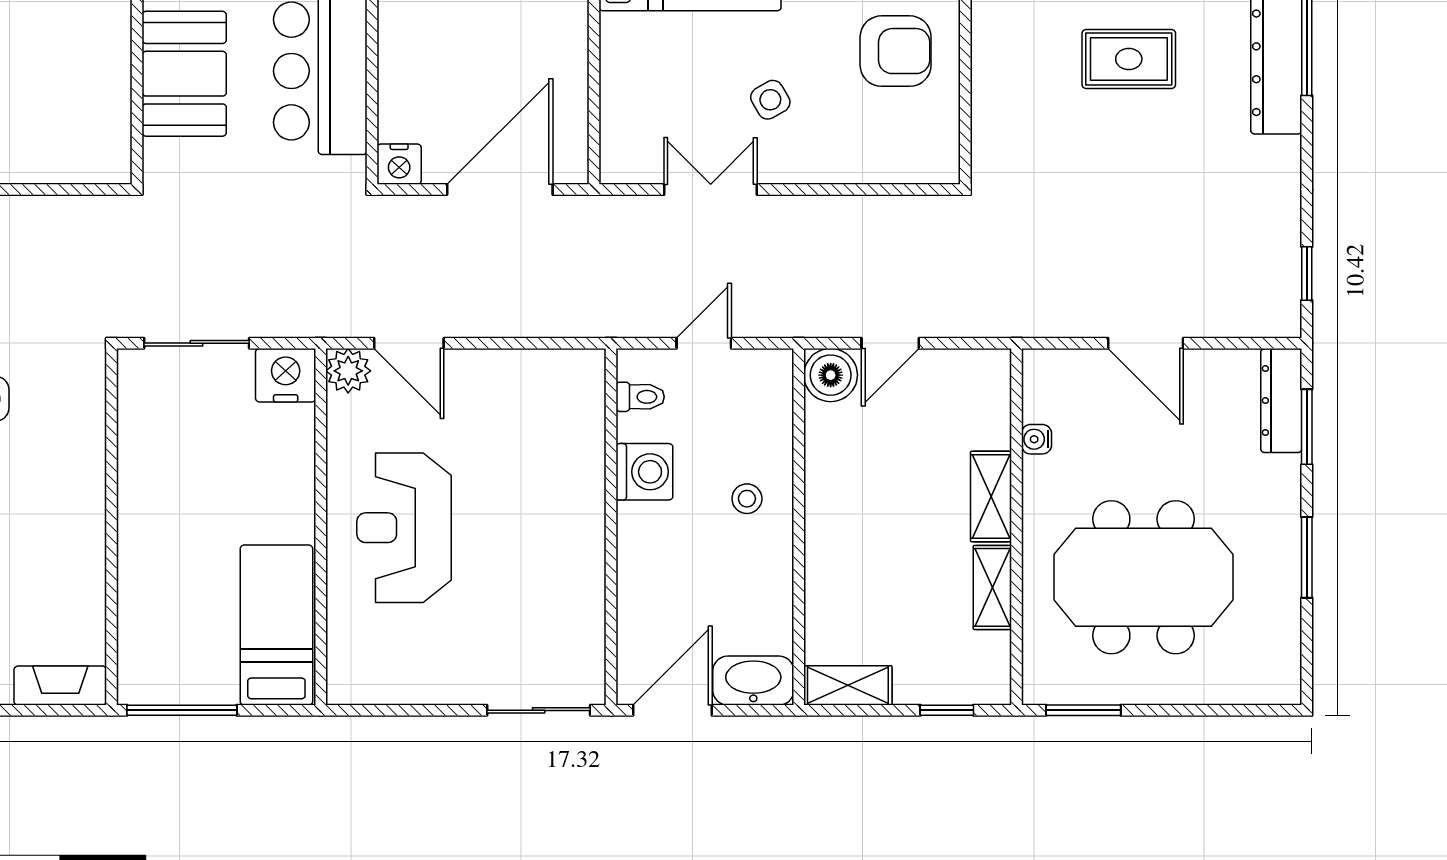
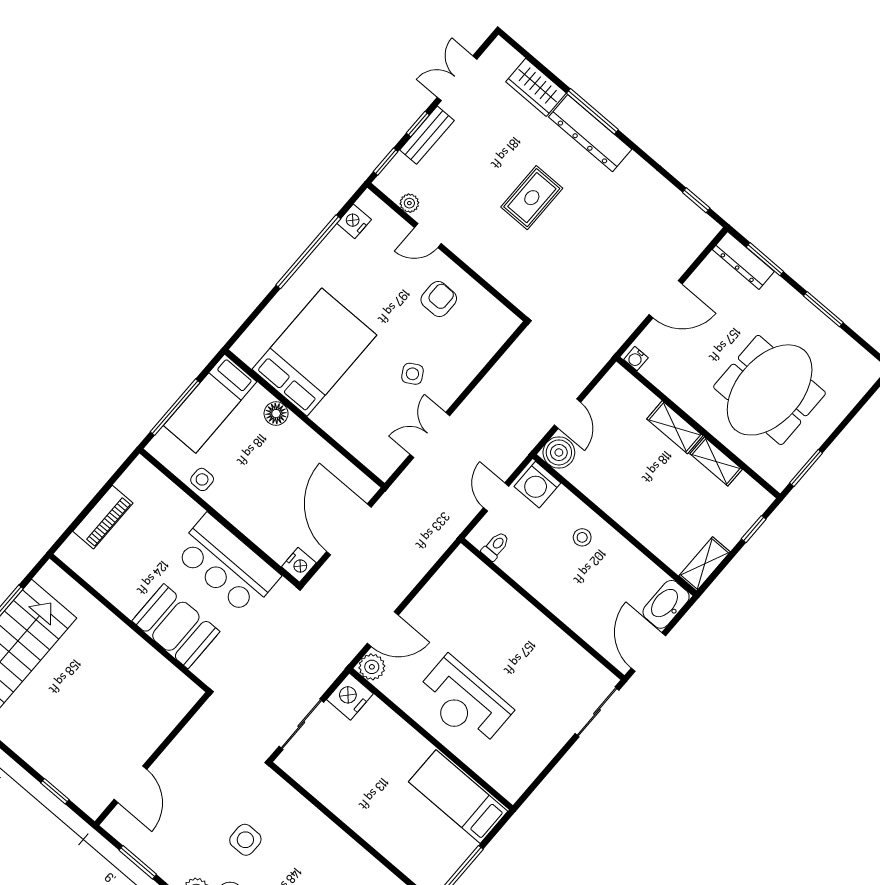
armchair: (896, 51) -> (439, 299), width x0.72, depth x0.72
water cooler: (1036, 439) -> (636, 359), moved
washing machine: (644, 472) -> (537, 485), moved, turned 180

